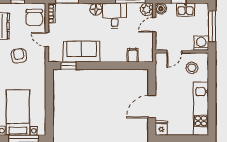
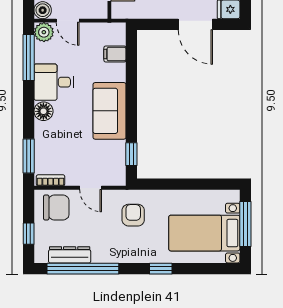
door: (47, 40) -> (91, 188), hinge flipped
sofa: (82, 52) -> (110, 111), moved
armchair: (19, 56) -> (133, 215), moved, turned 100

